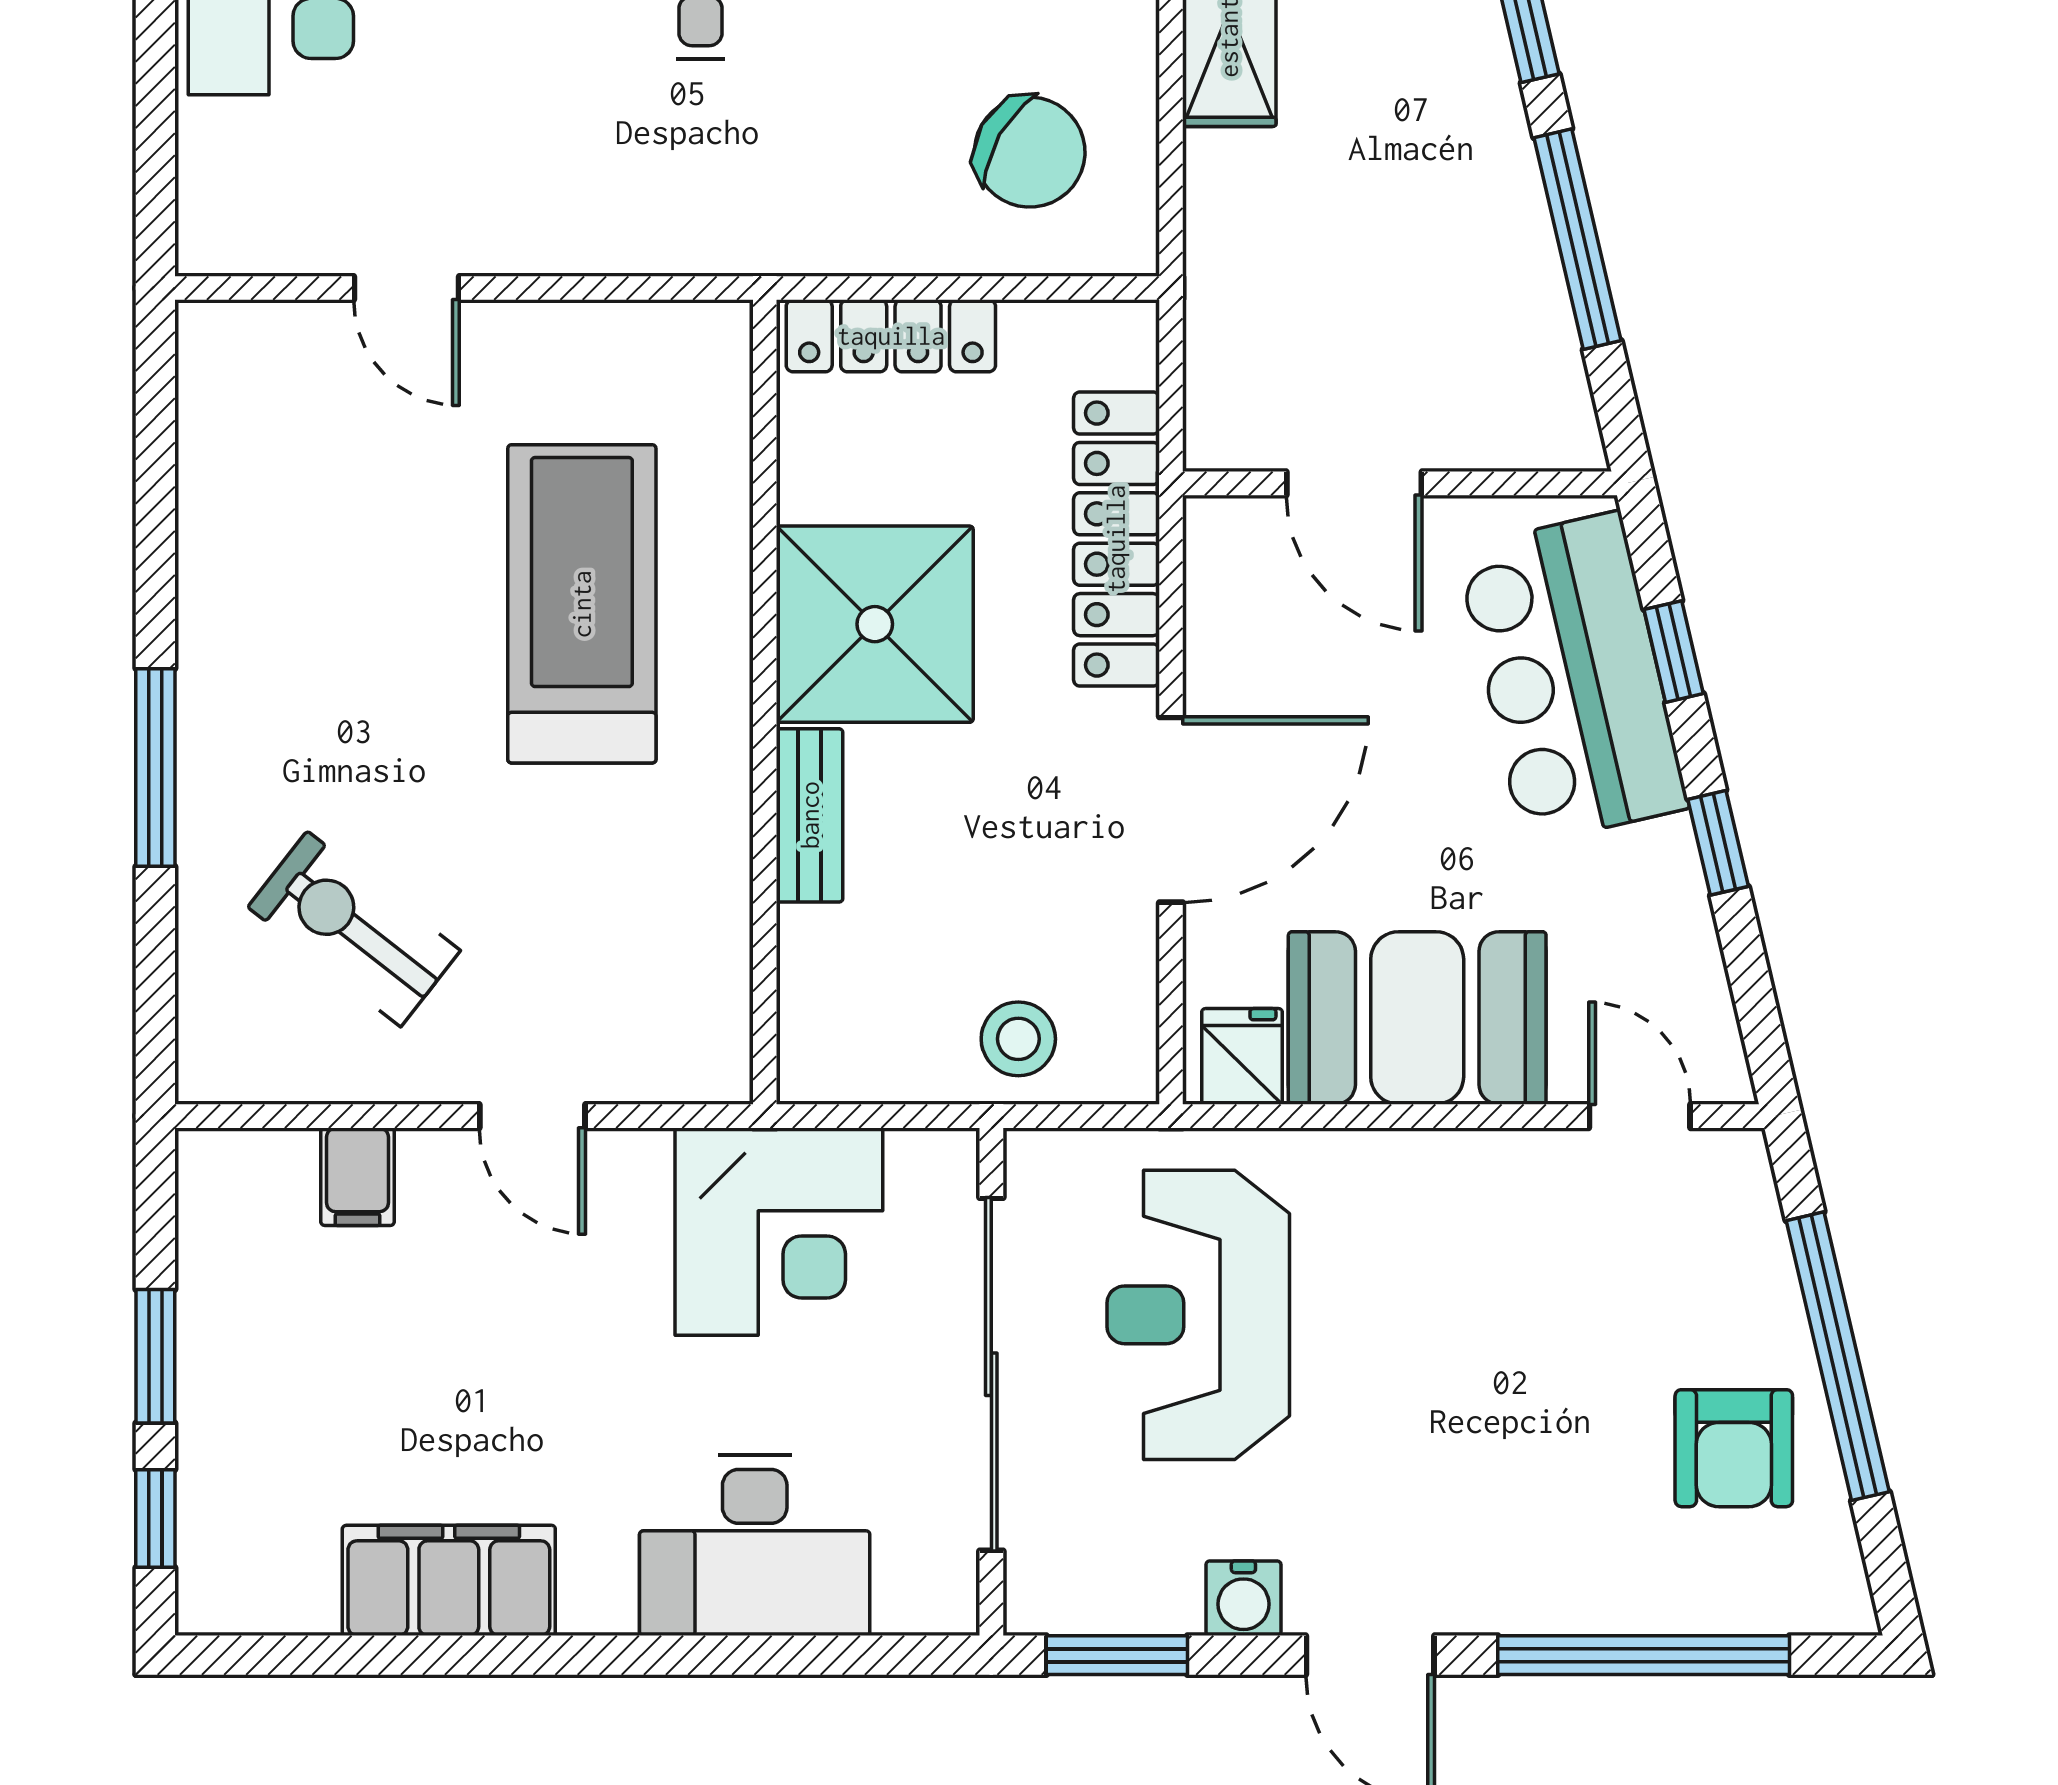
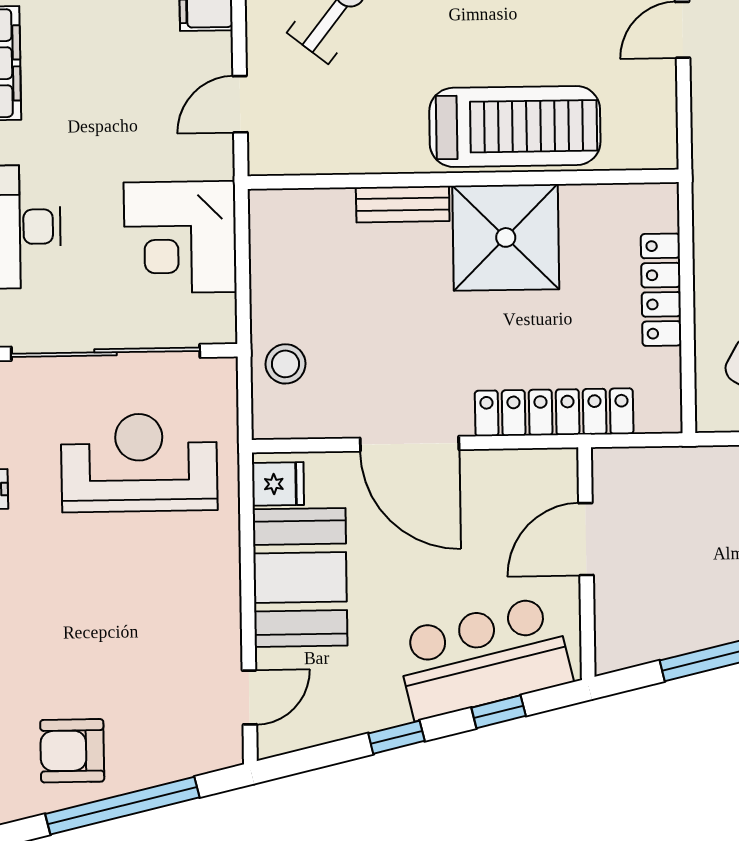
shower: (875, 624) -> (506, 237), moved
wall: (765, 702) -> (463, 179), moved
bench: (810, 815) -> (403, 204), moved

